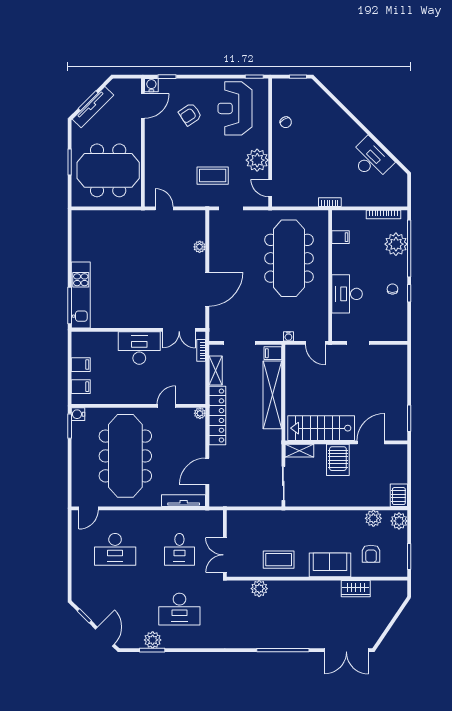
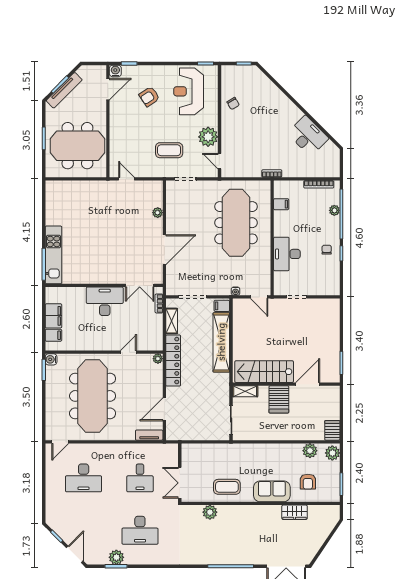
plant: (396, 244) -> (334, 210), width x0.53, depth x0.53
filing cabinet: (81, 365) -> (53, 316), width x2.00
tv unit: (184, 501) -> (149, 435), width x0.71

